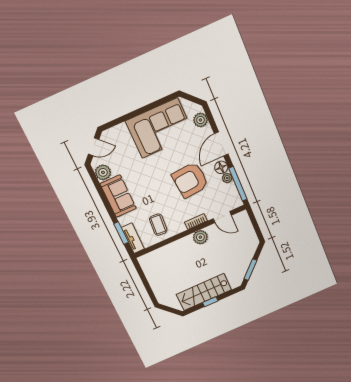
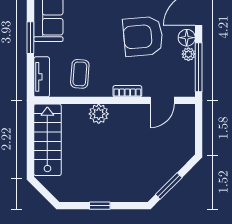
door: (222, 217) -> (162, 100), hinge flipped
window: (121, 233) -> (30, 38), moved
plant: (200, 237) -> (99, 114), moved
stairs: (204, 292) -> (47, 140), moved, turned 90

